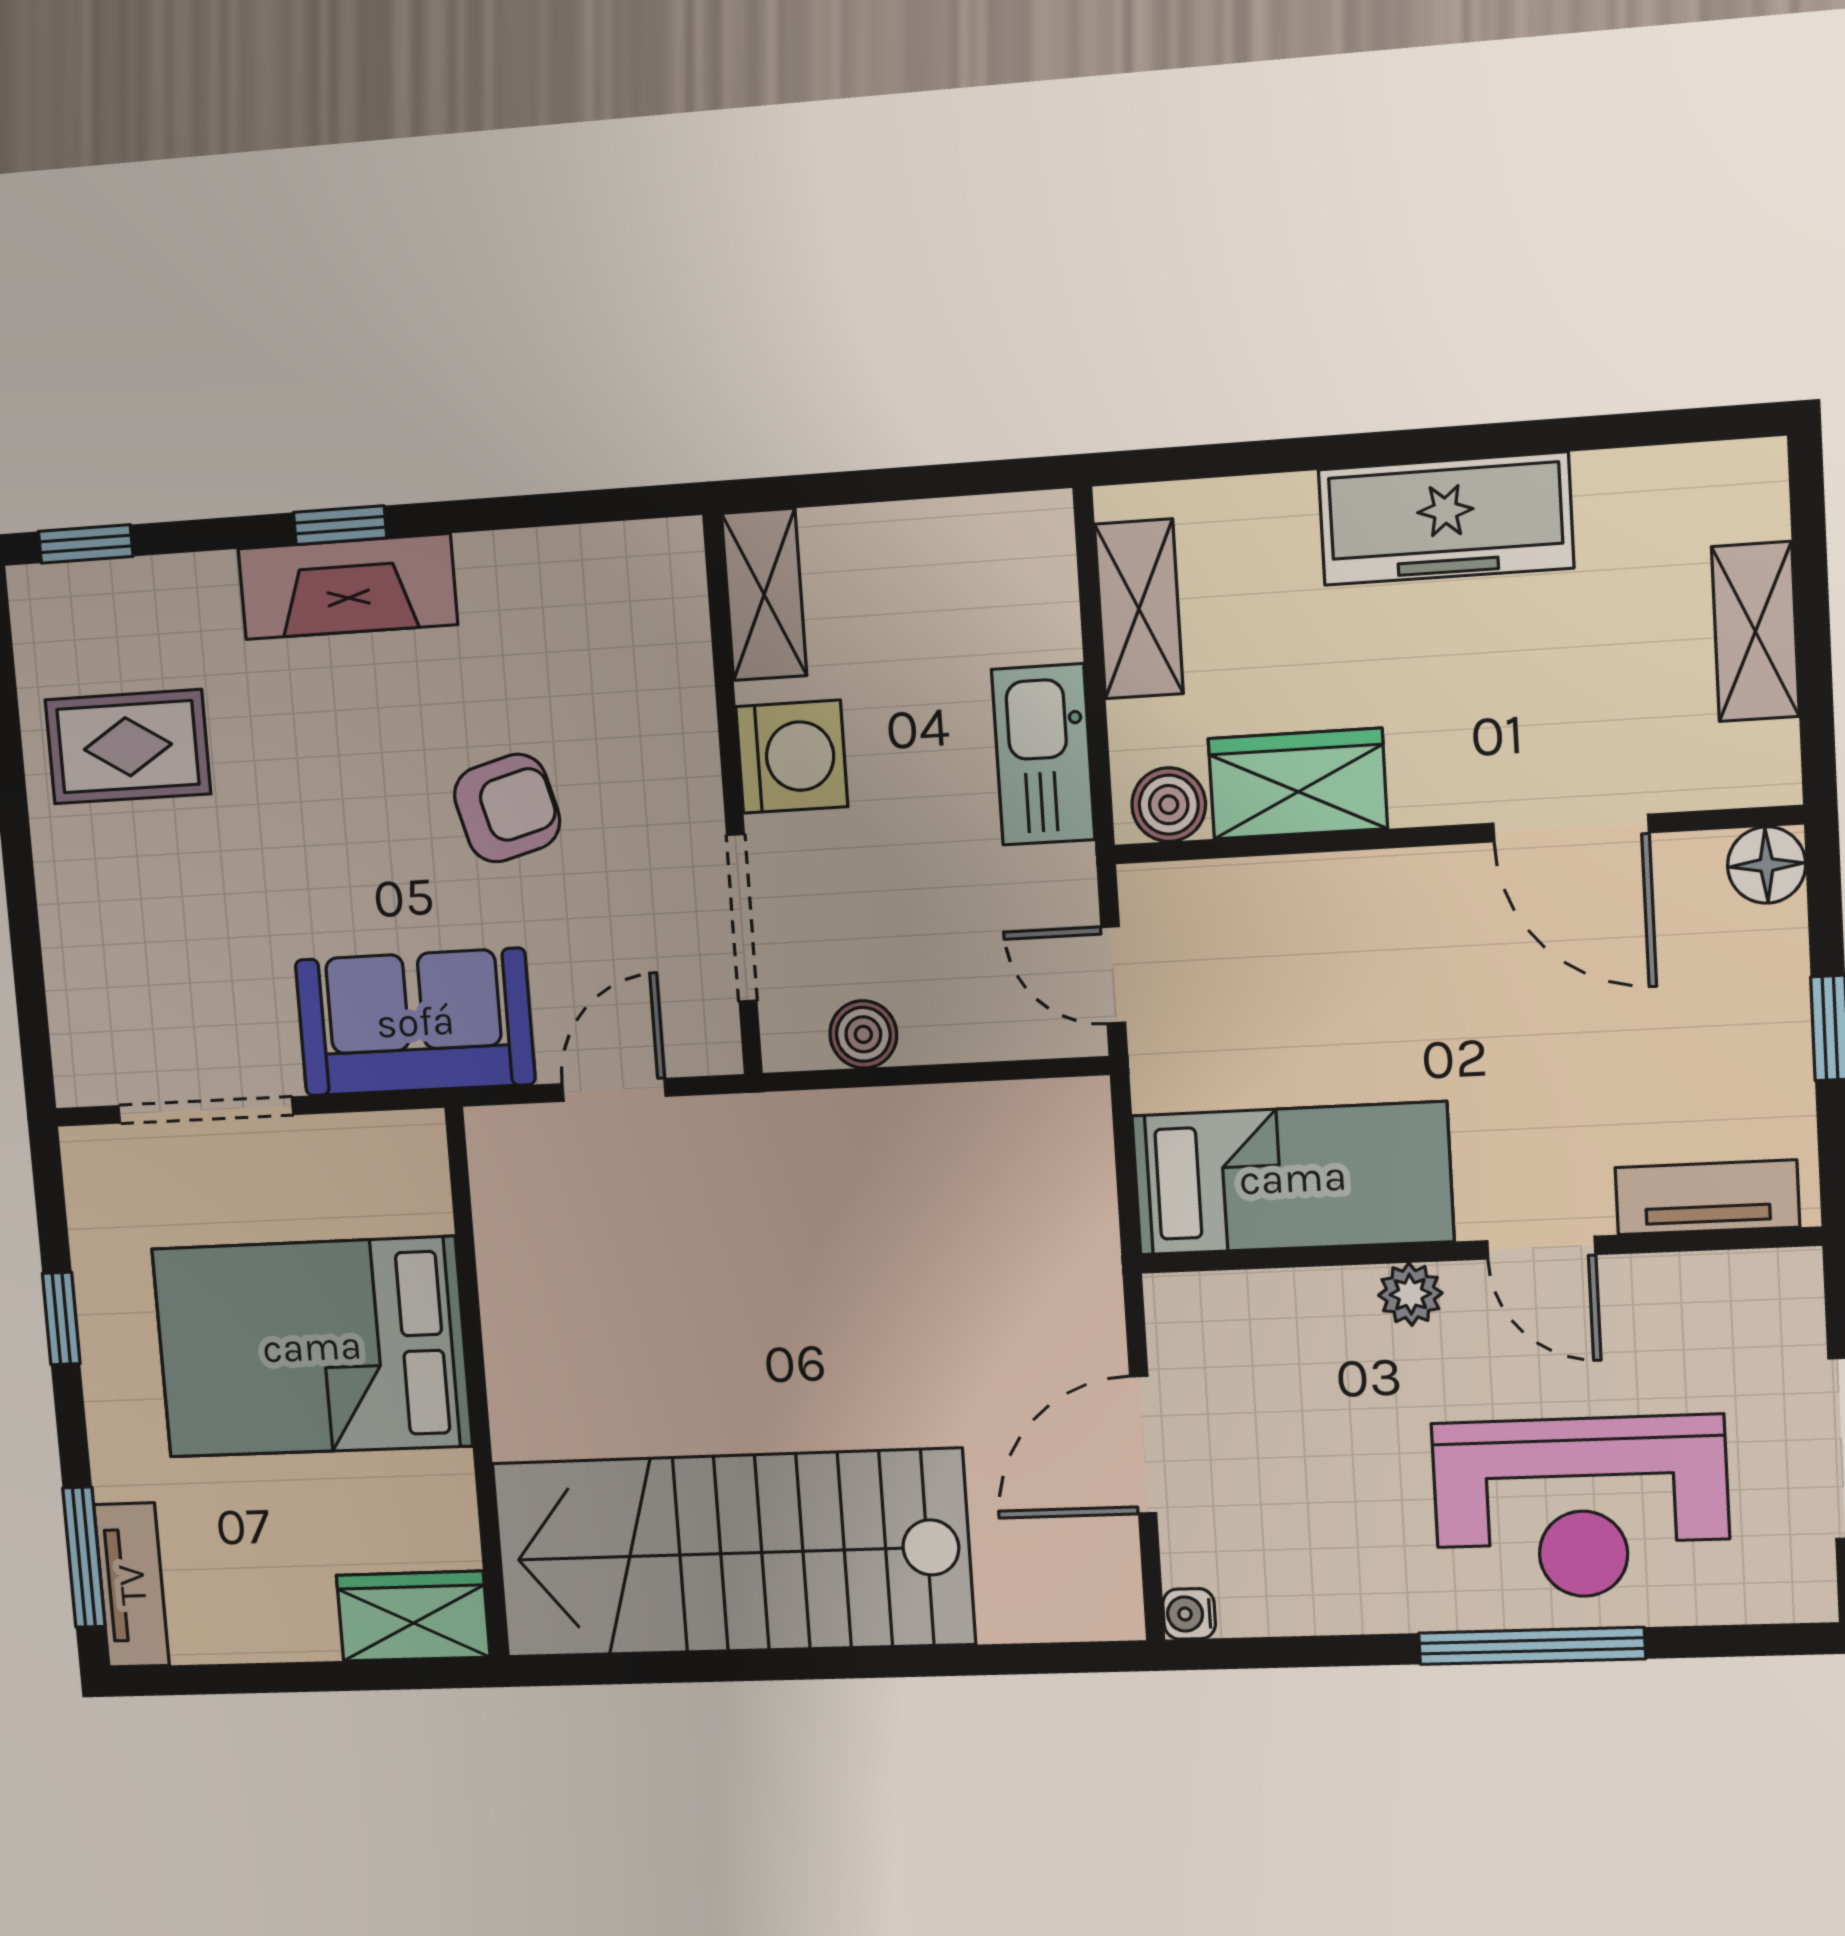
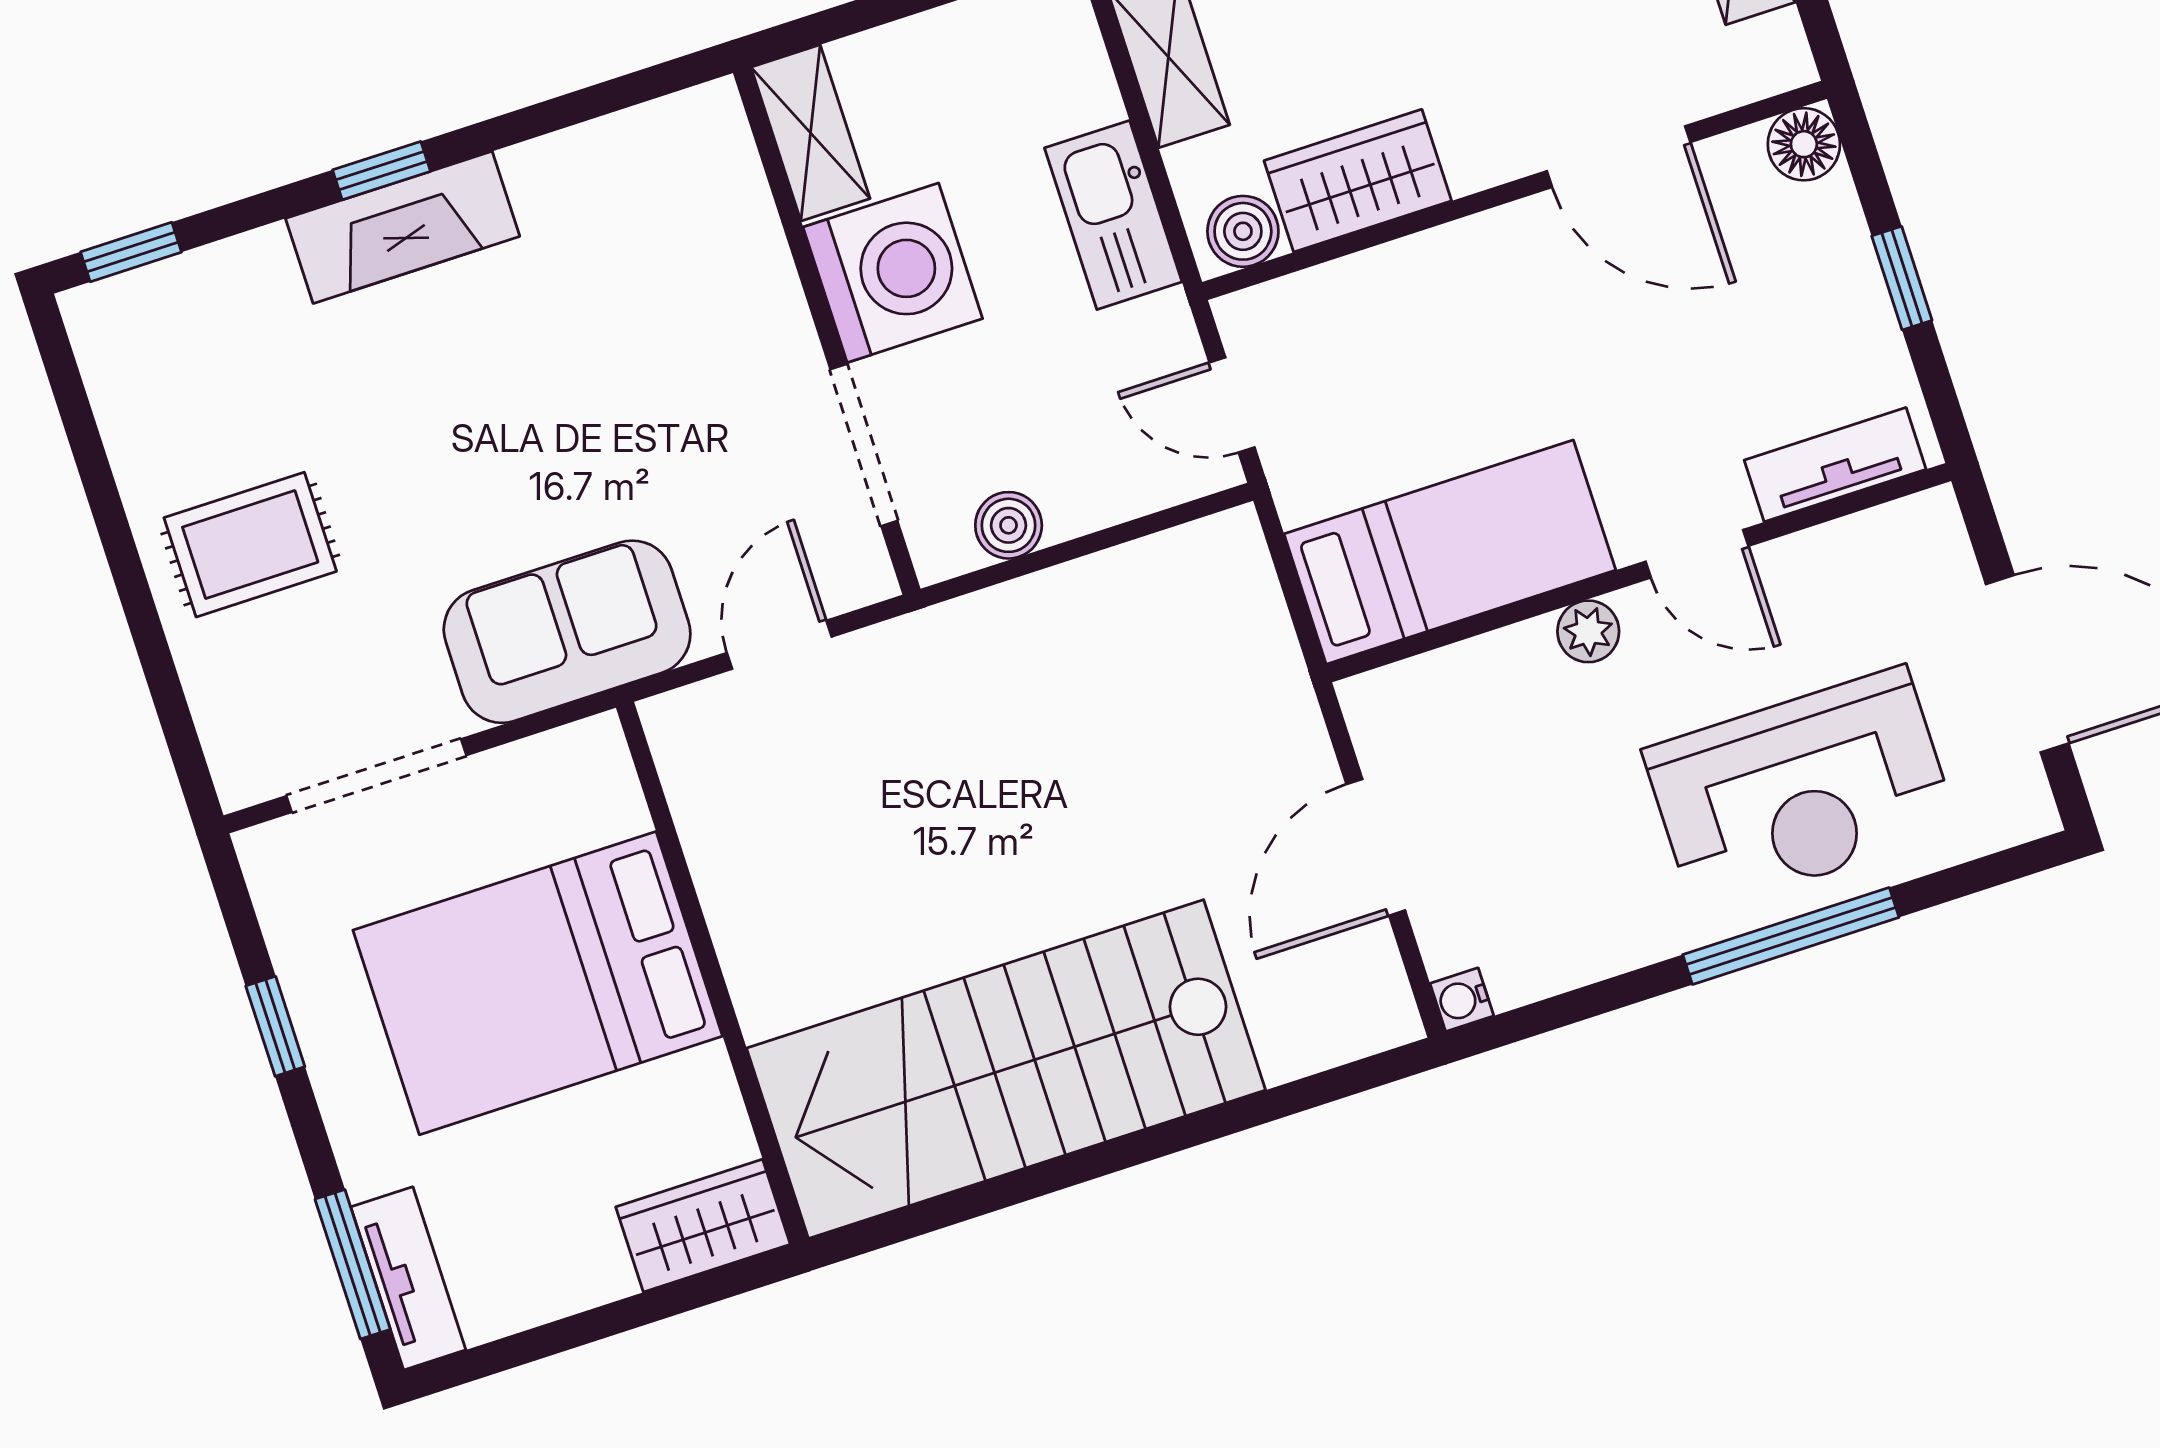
rug: (128, 747) -> (250, 545), moved
washing machine: (792, 757) -> (893, 273), width x1.37, depth x1.37
armchair: (507, 808) -> (610, 400), removed

